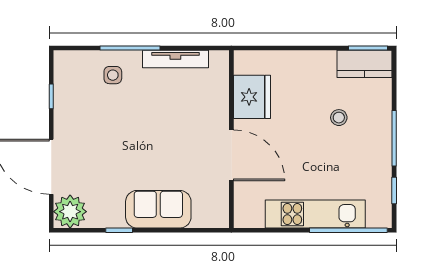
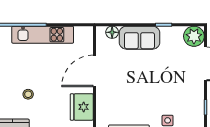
door: (231, 155) -> (94, 71), hinge flipped
floor lamp: (203, 218) -> (112, 32), added

